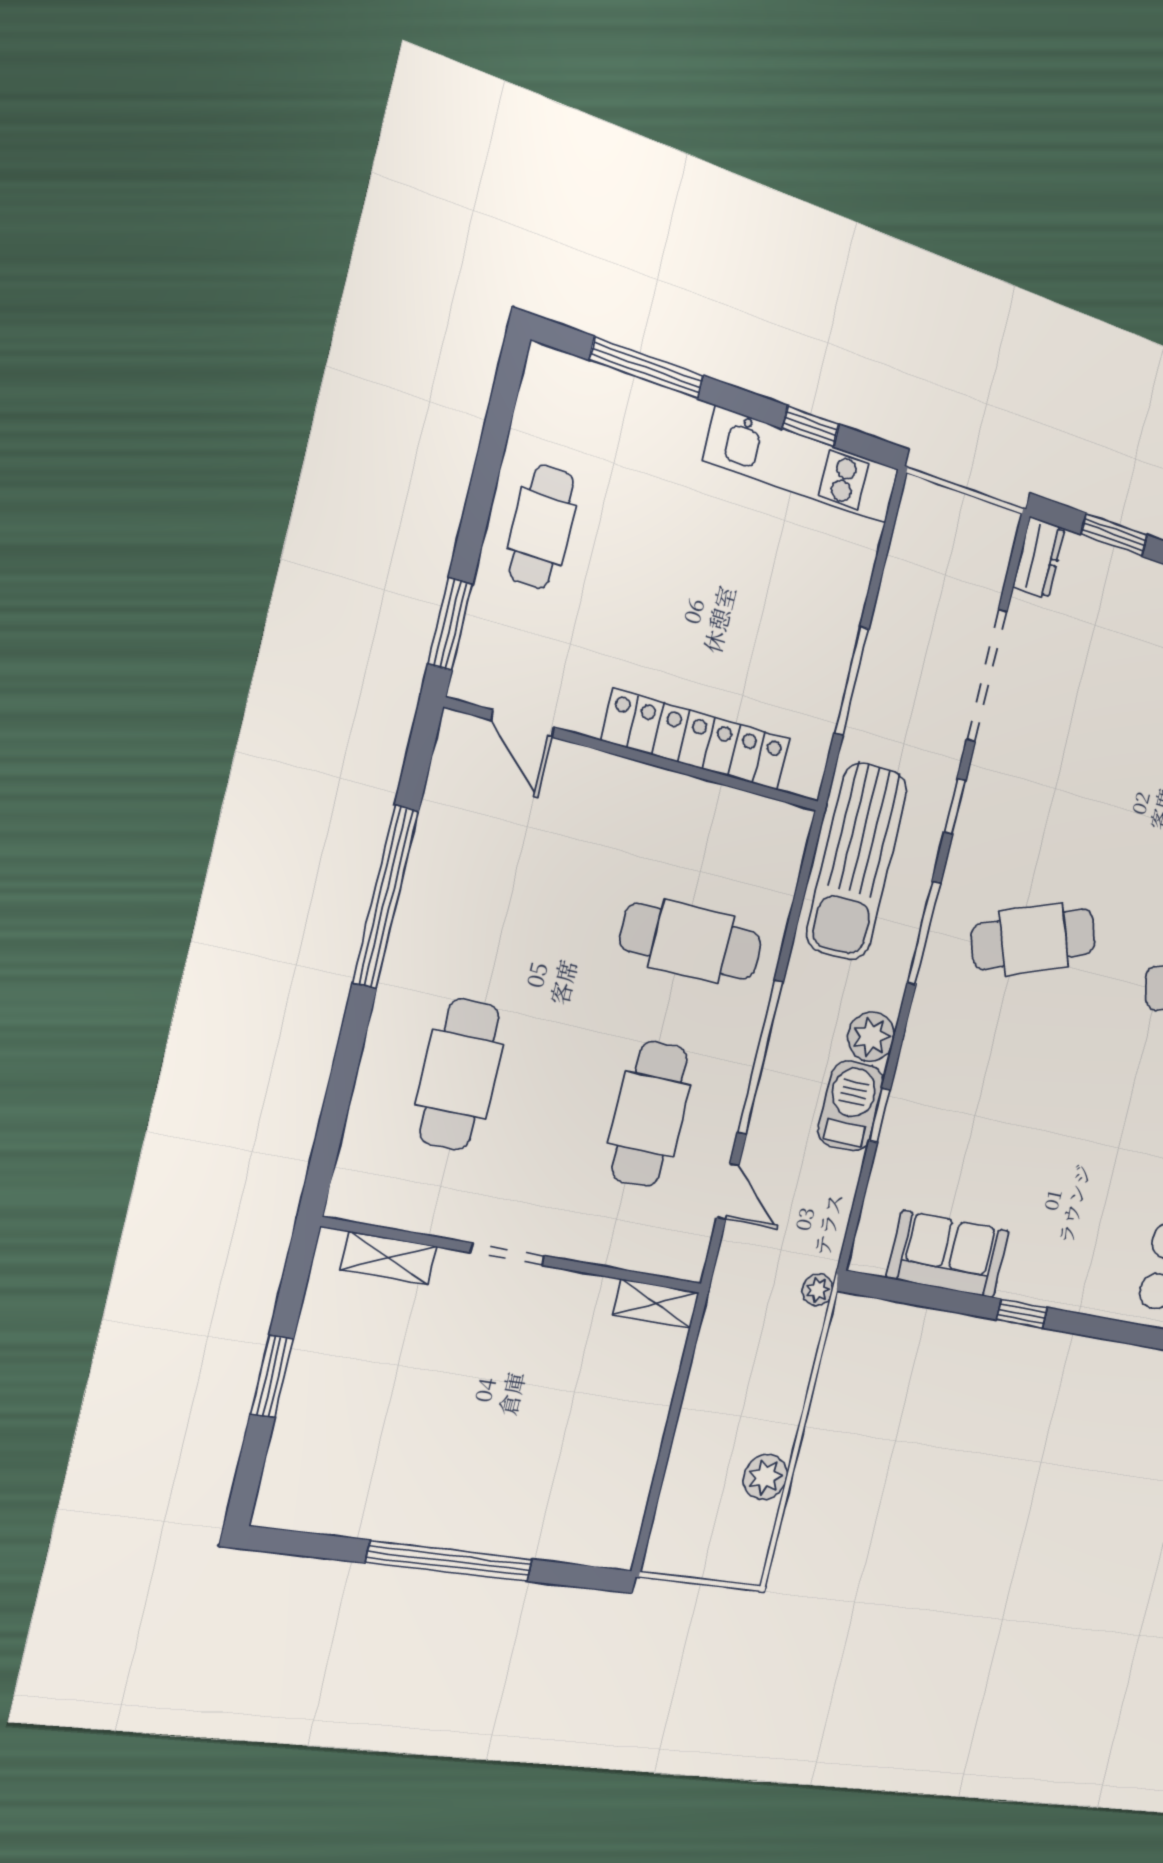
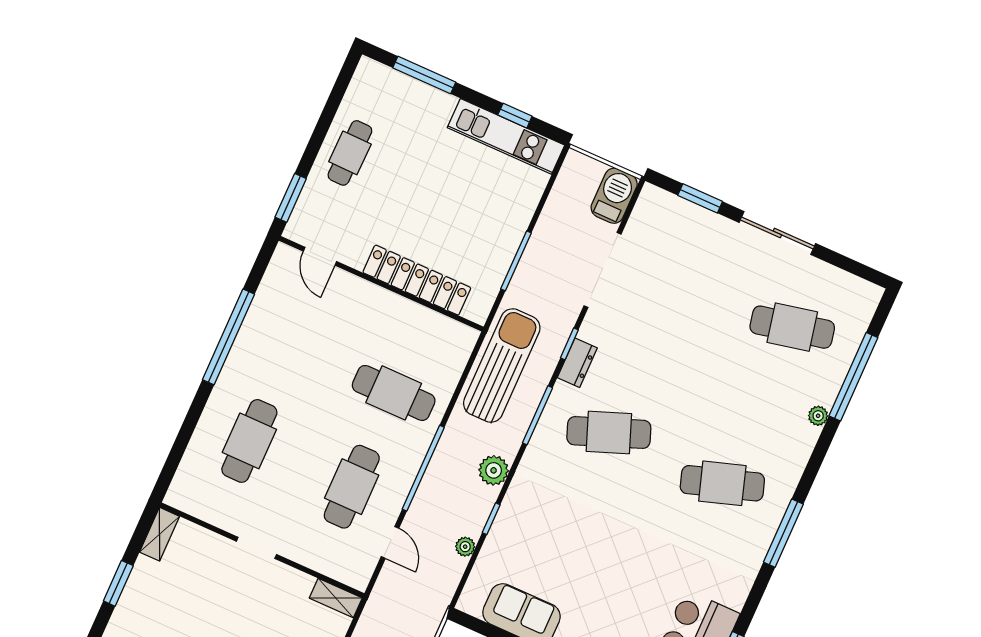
dresser: (1039, 558) -> (577, 363), moved
sun lounger: (857, 862) -> (502, 366), turned 180
barbecue: (851, 1106) -> (614, 196), moved
shelving: (389, 1258) -> (159, 534), moved, turned 90
plant: (818, 1290) -> (465, 547), moved

